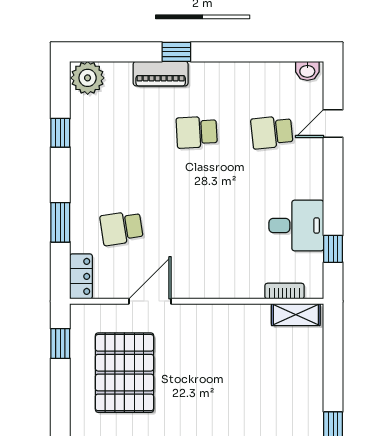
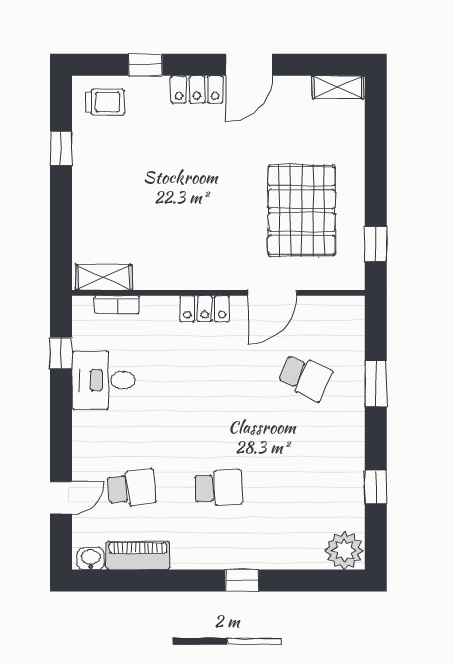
piano: (161, 74) -> (138, 556), moved
school desk: (121, 228) -> (305, 377), turned 33
locker: (81, 276) -> (205, 309), moved, turned -90

